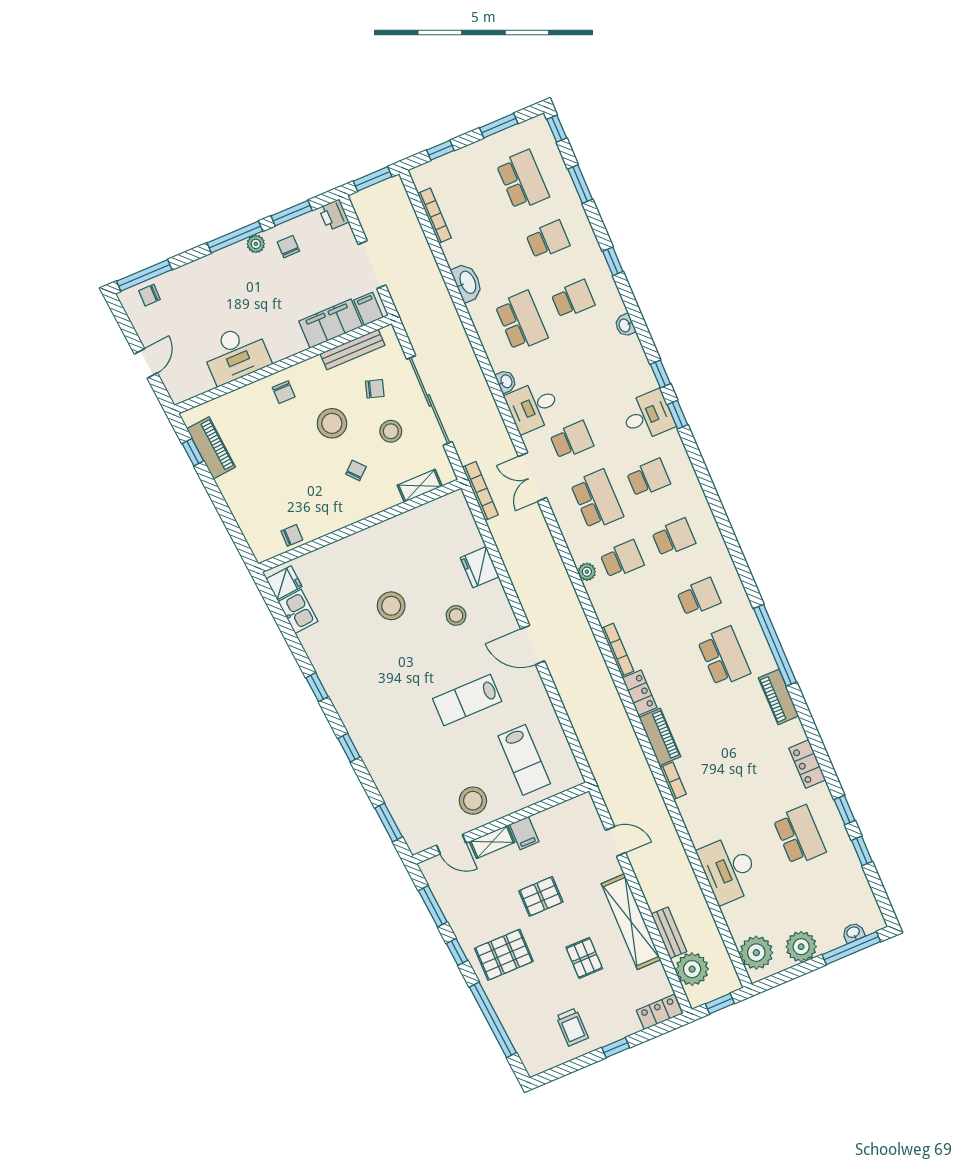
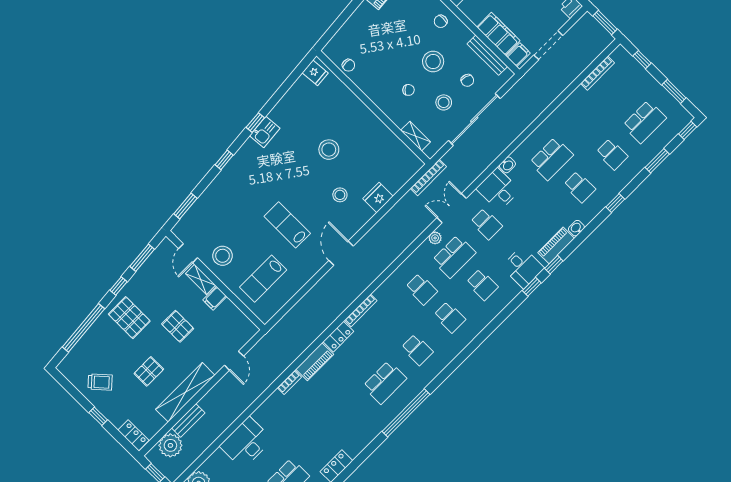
washbasin: (467, 283) -> (562, 113), removed
plant: (587, 572) -> (435, 238), moved
kitchen sink: (298, 611) -> (265, 132), moved
piano: (779, 697) -> (556, 245), moved
trolley: (572, 1027) -> (100, 382), turned -132

